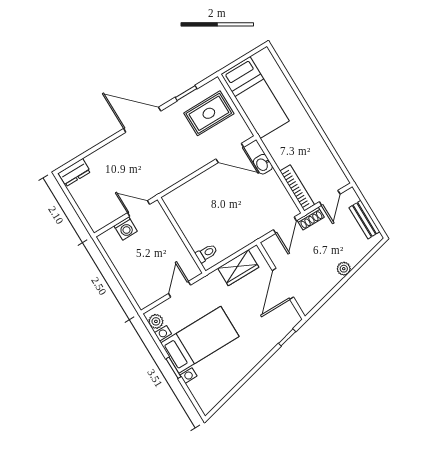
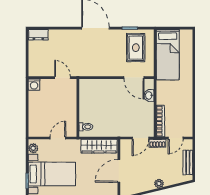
rug: (209, 113) -> (136, 48), turned 90
washing machine: (126, 229) -> (34, 85), moved
wardrobe: (238, 268) -> (99, 146), width x1.50

